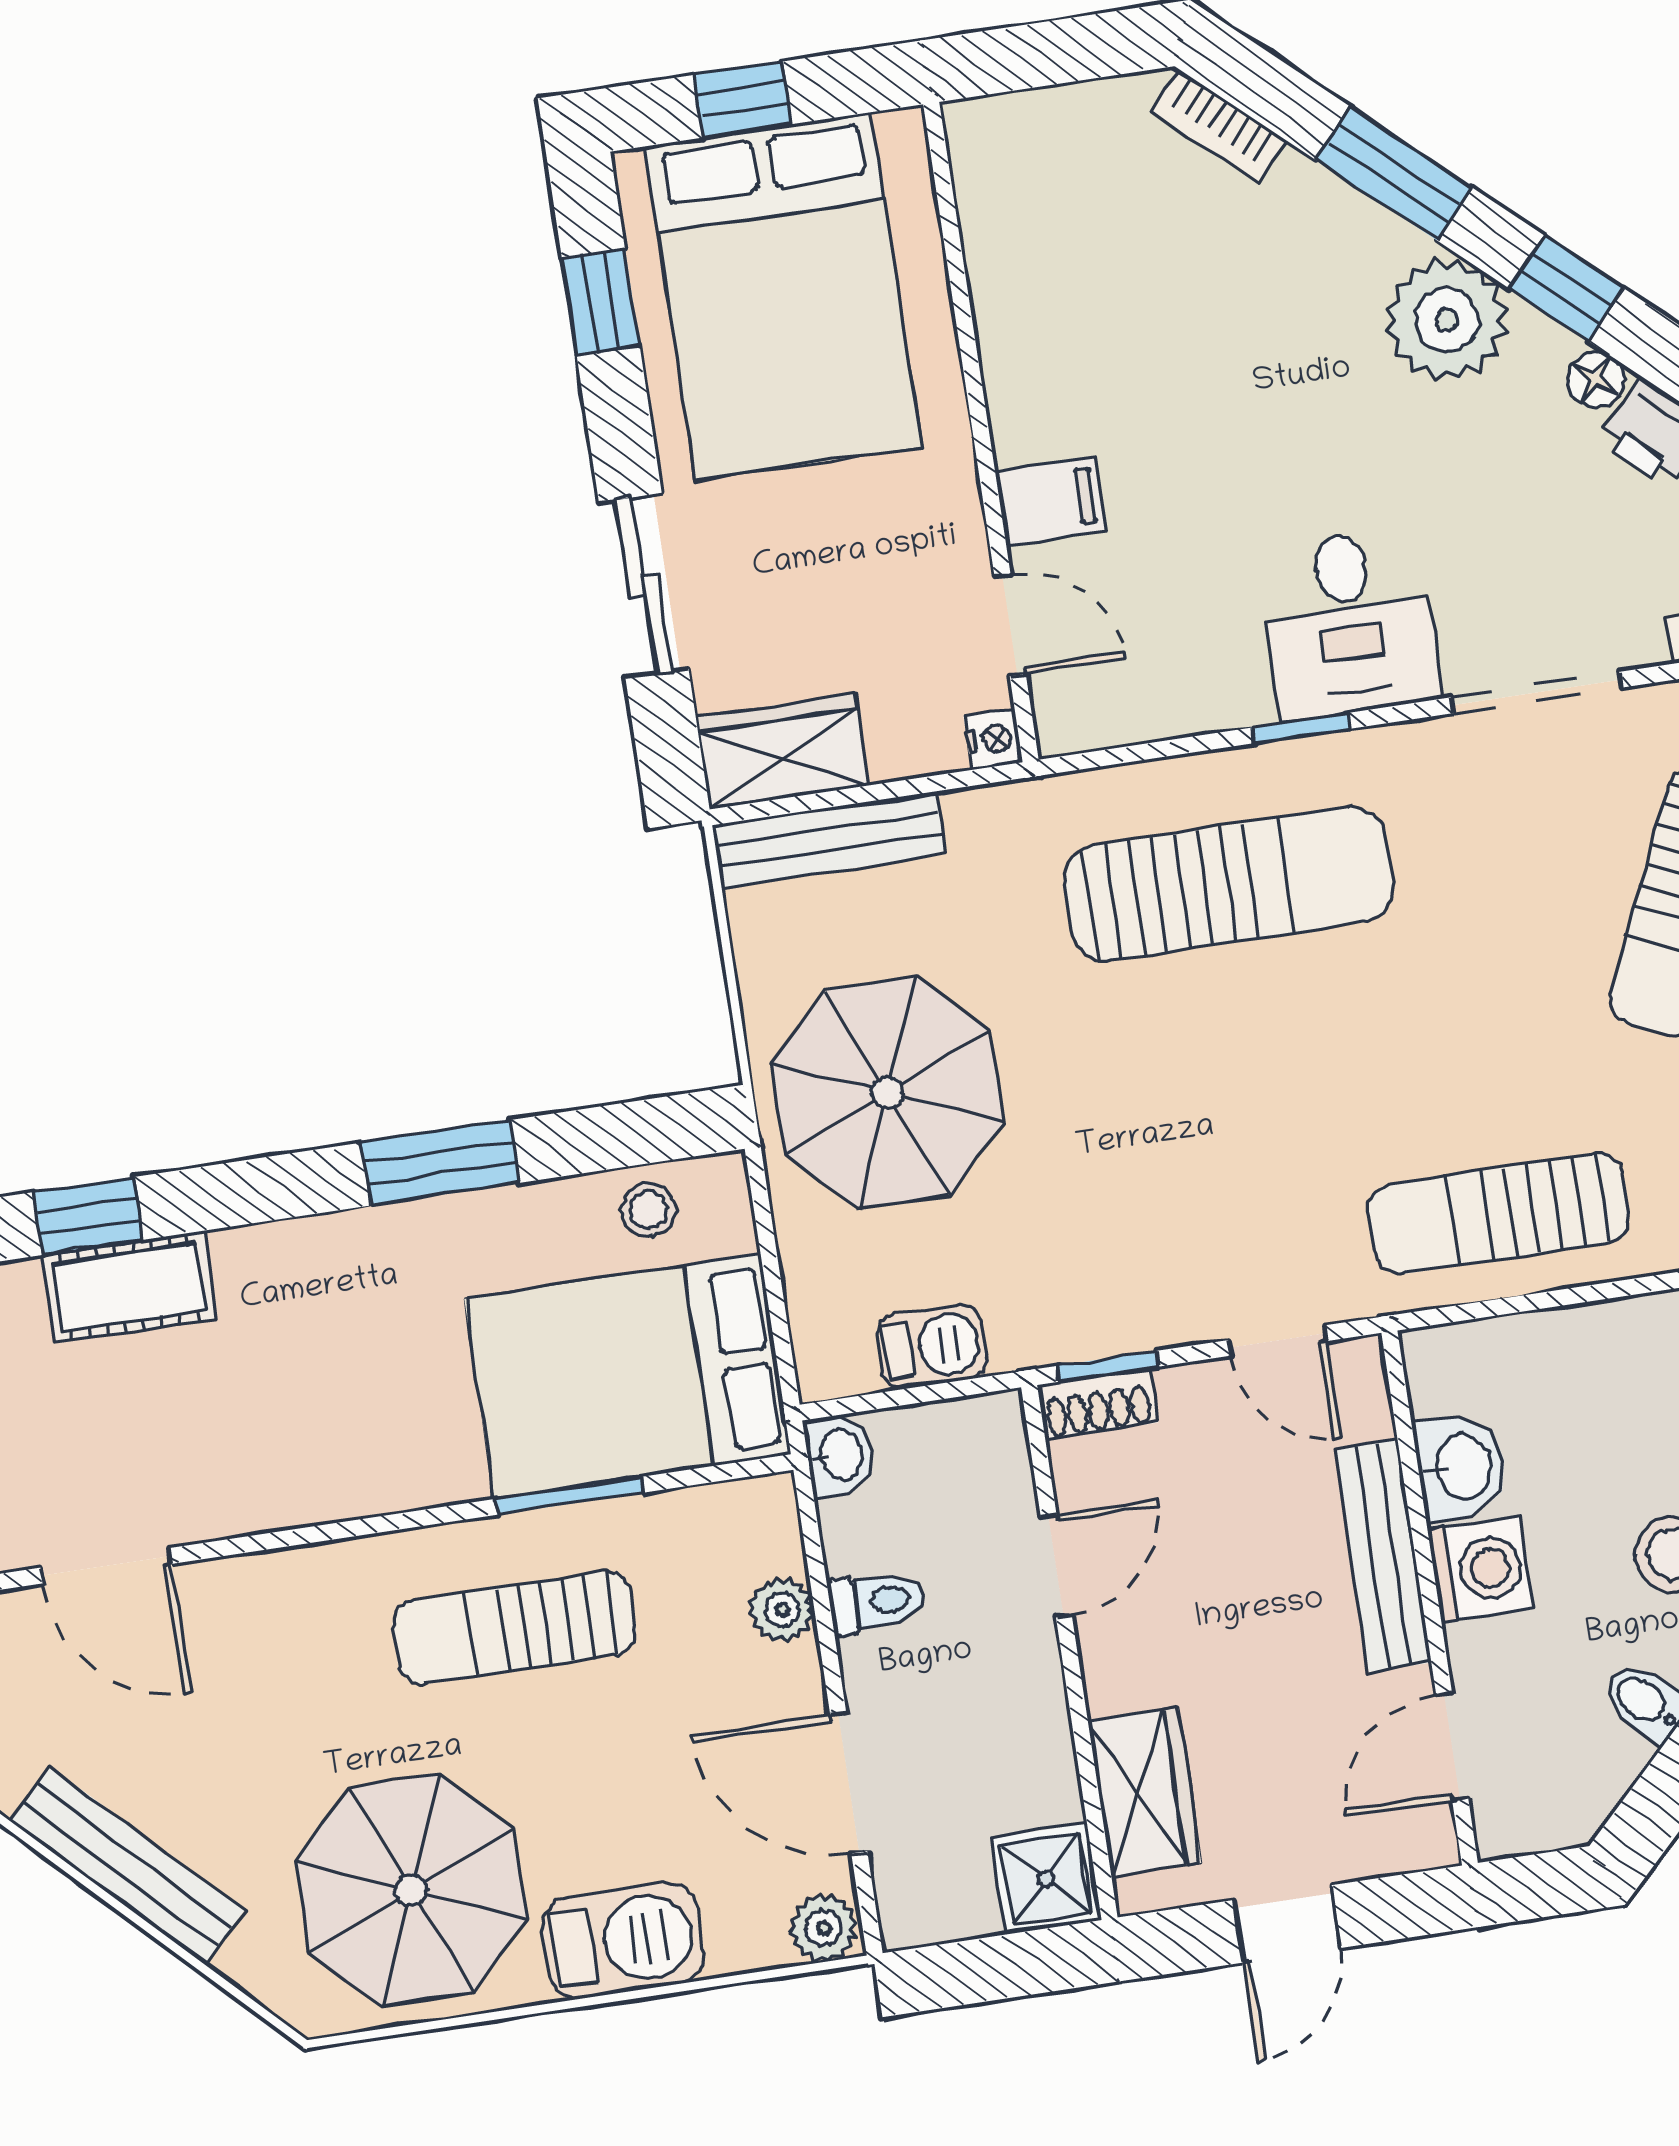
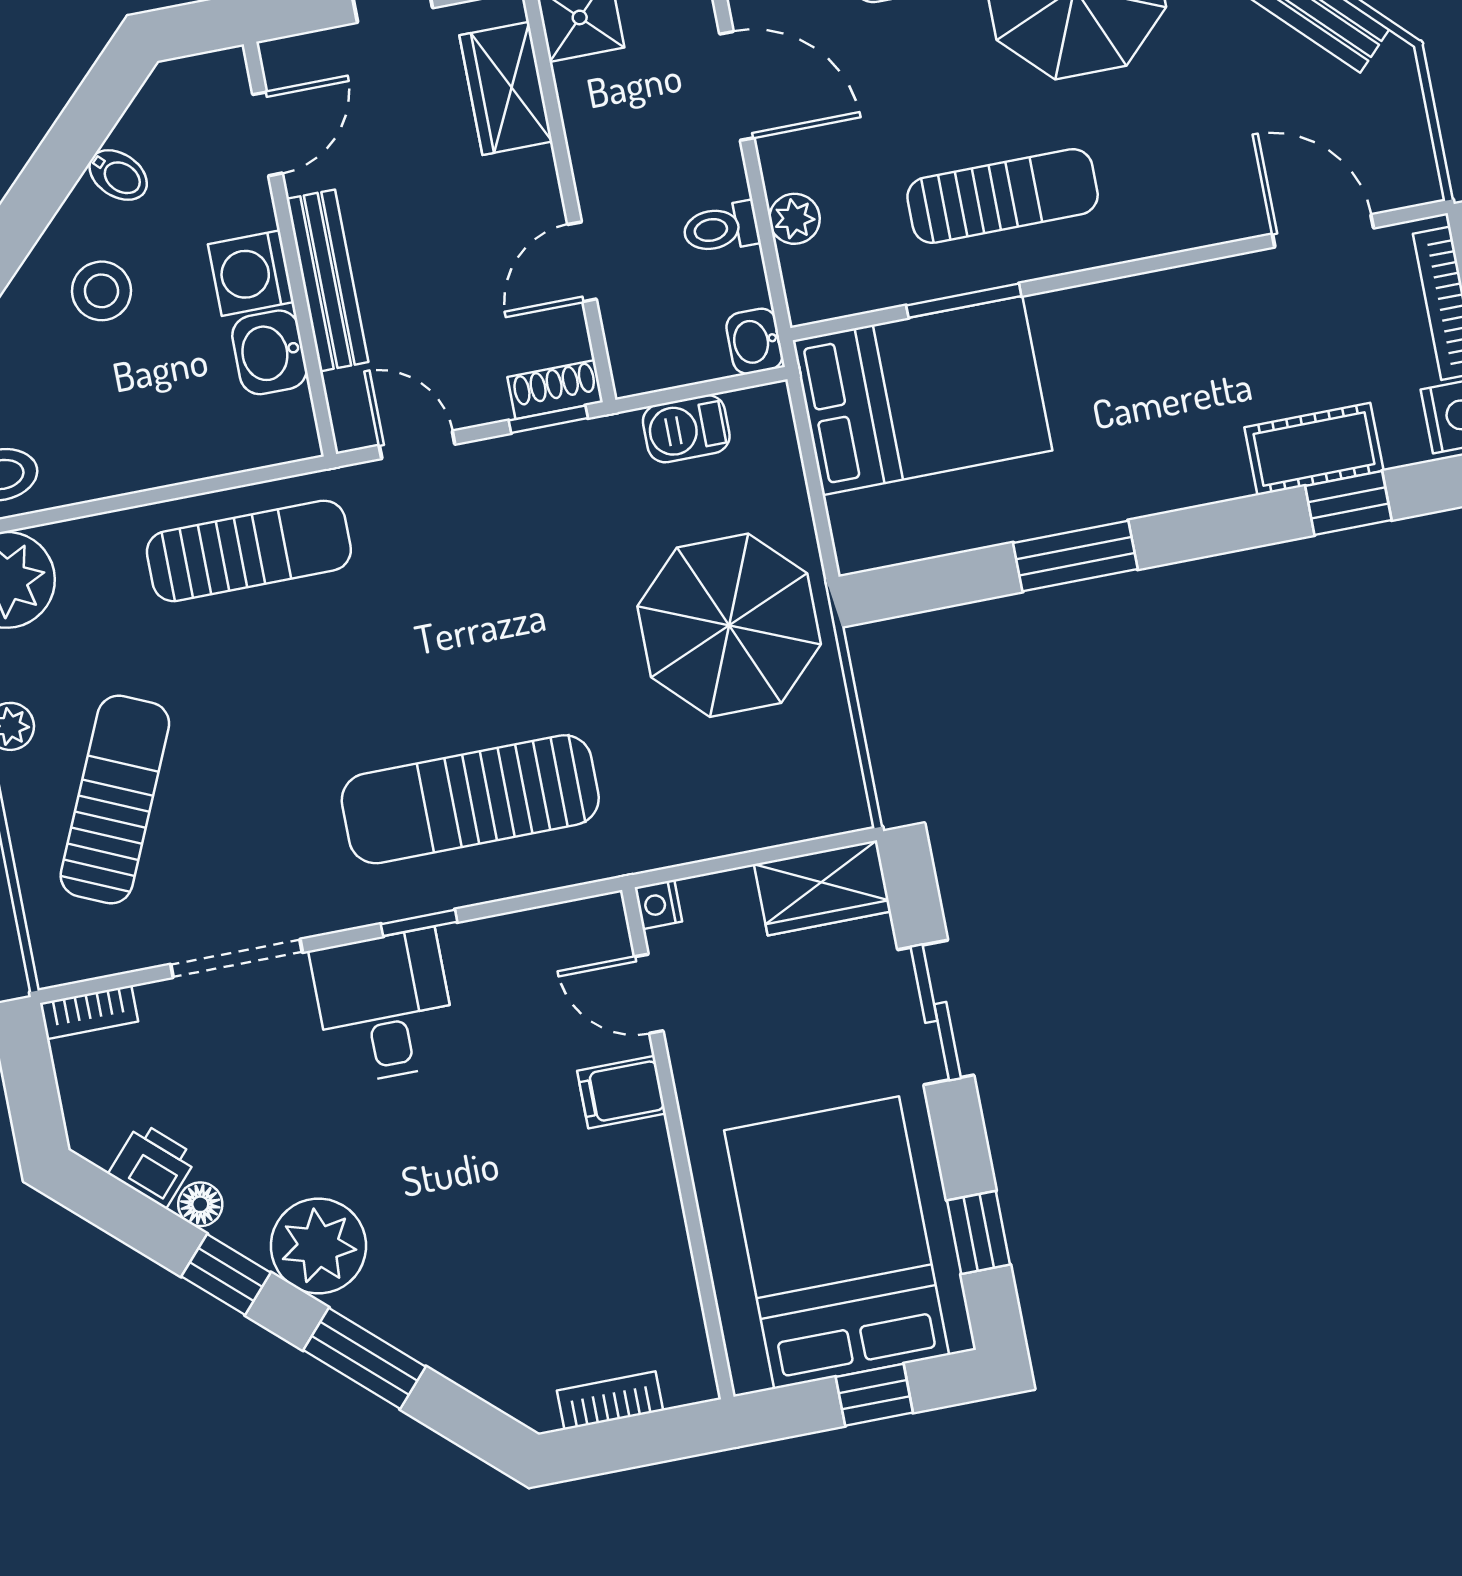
bookcase: (1218, 126) -> (610, 1401), moved, turned -42
bench: (829, 840) -> (783, 821), removed
stool: (648, 1210) -> (912, 526), removed

